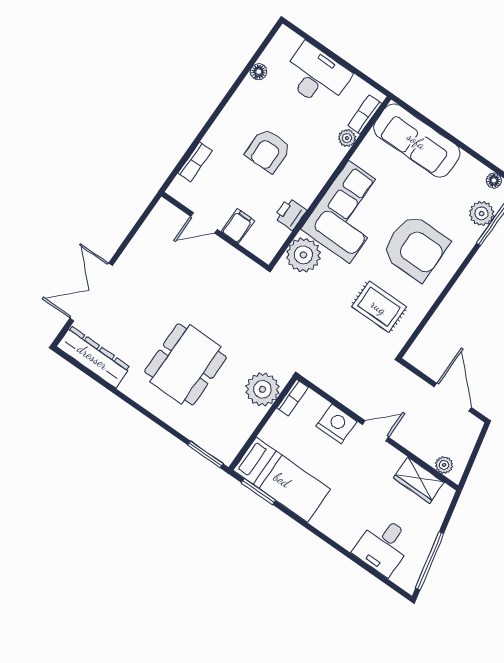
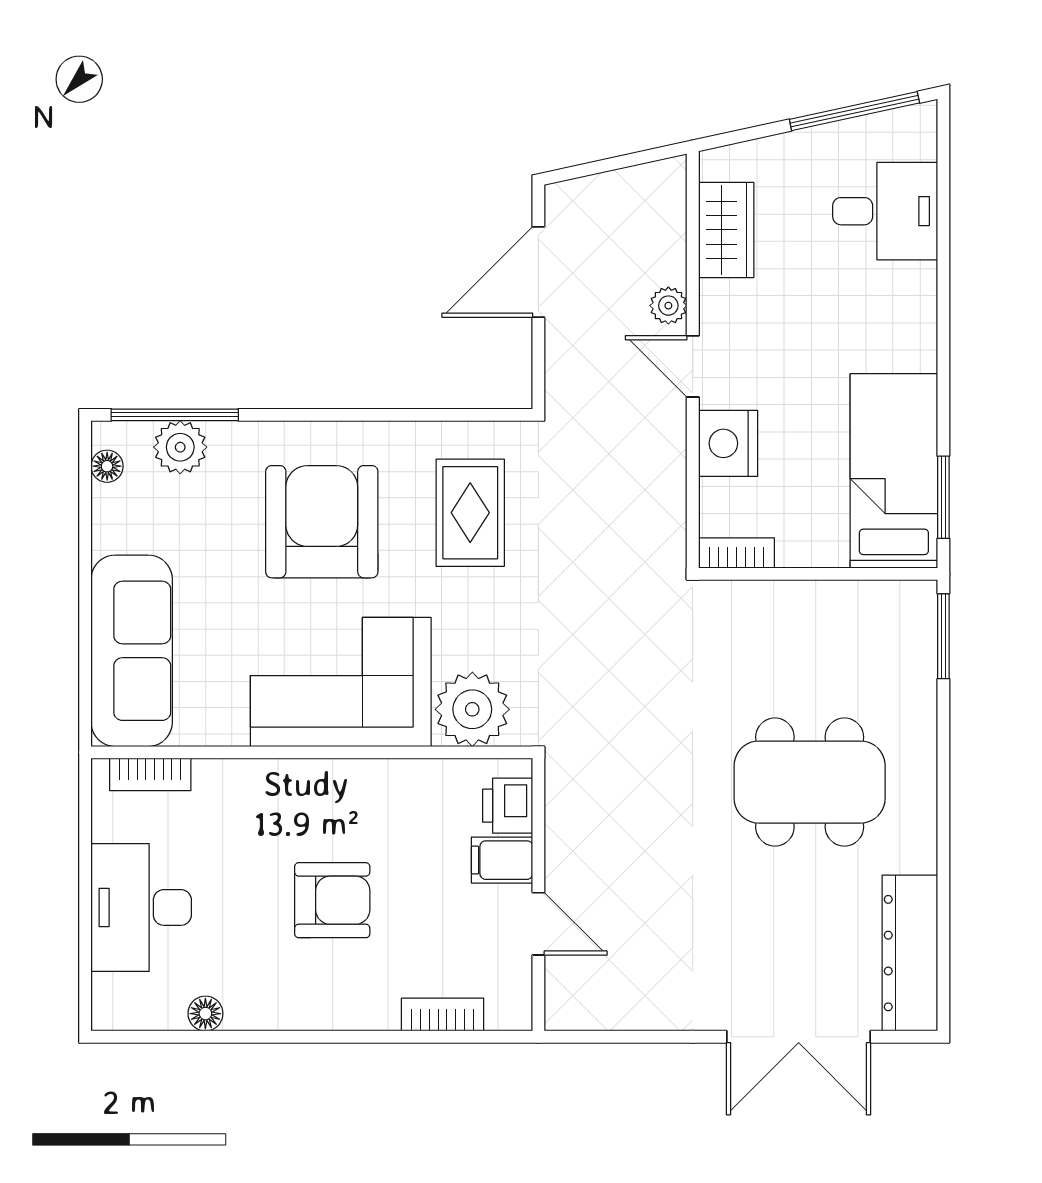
plant: (347, 138) -> (213, 777), removed
printer: (290, 214) -> (508, 806), moved, turned 90
plant: (262, 389) -> (759, 616), removed
plant: (444, 465) -> (668, 306), moved

